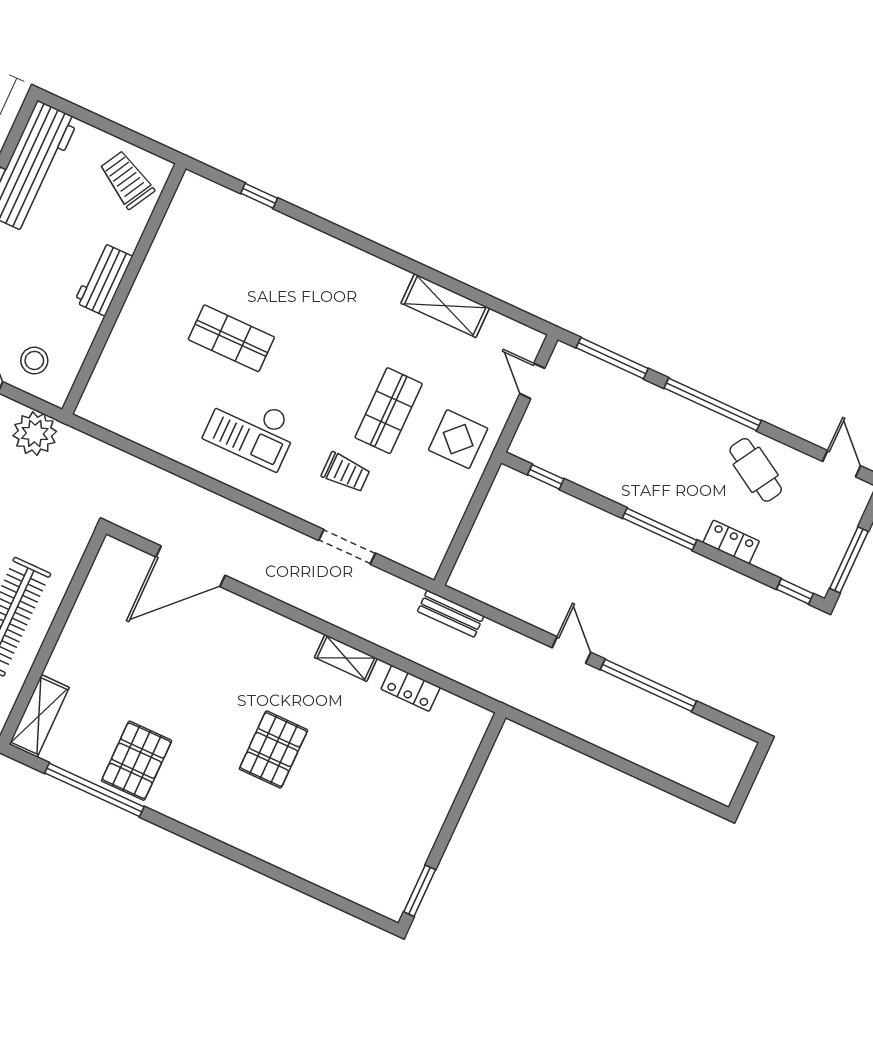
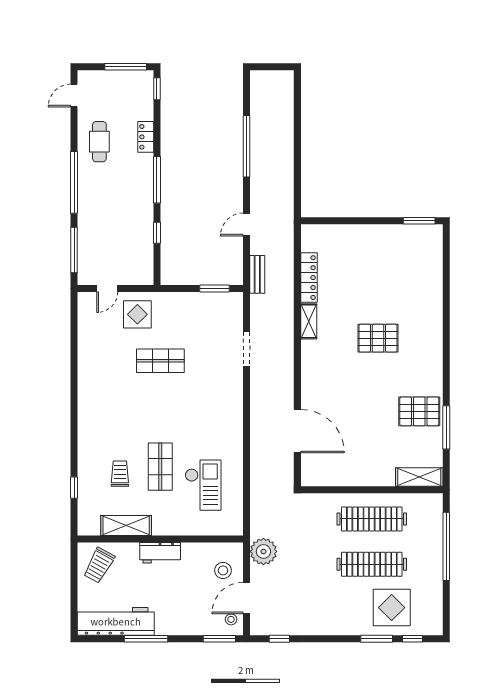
shelving: (445, 306) -> (126, 525), moved, turned 90
checkout: (251, 429) -> (203, 485), moved
display table: (458, 439) -> (137, 314), moved
cafe table: (756, 470) -> (99, 142), turned -31
trolley: (346, 472) -> (120, 474), moved
window: (546, 477) -> (157, 233), moved
window: (459, 540) -> (214, 288), added
door: (571, 650) -> (247, 225), moved
locker: (411, 688) -> (309, 278), width x1.53
window: (94, 790) -> (446, 427), width x0.68

